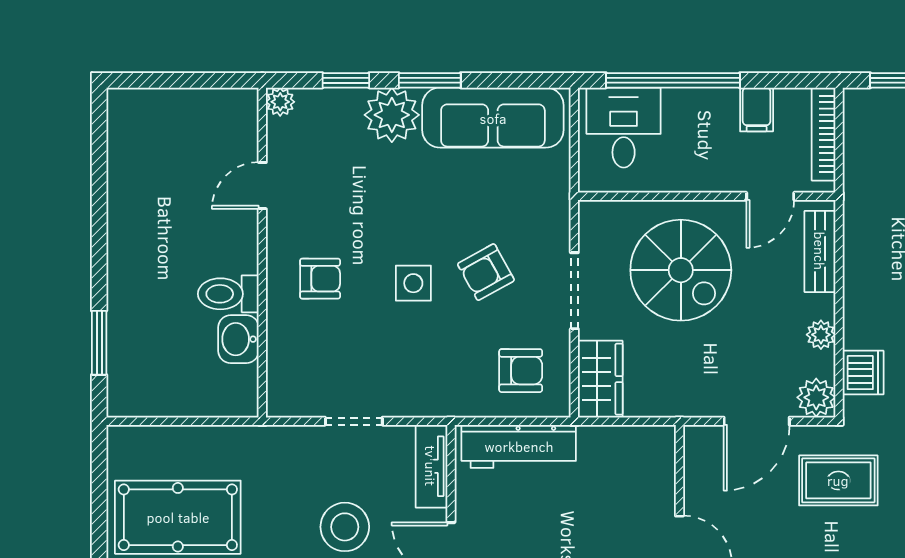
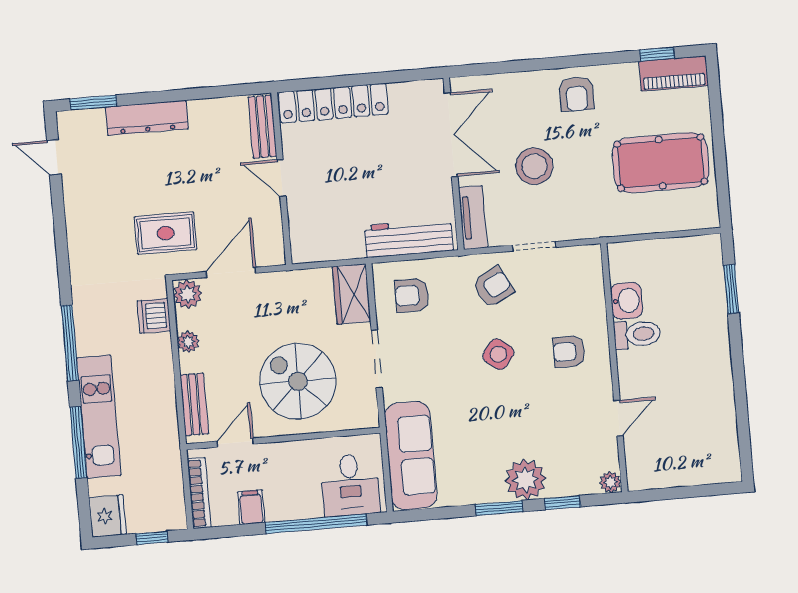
sofa: (493, 118) -> (411, 456), moved, turned 90
armchair: (486, 272) -> (493, 287), moved
side table: (413, 283) -> (498, 354), turned 38

